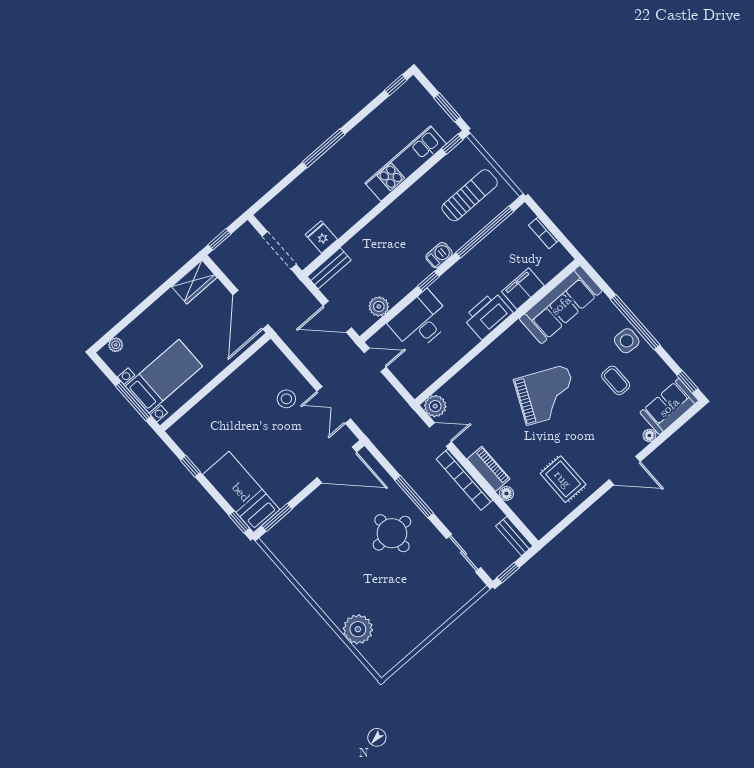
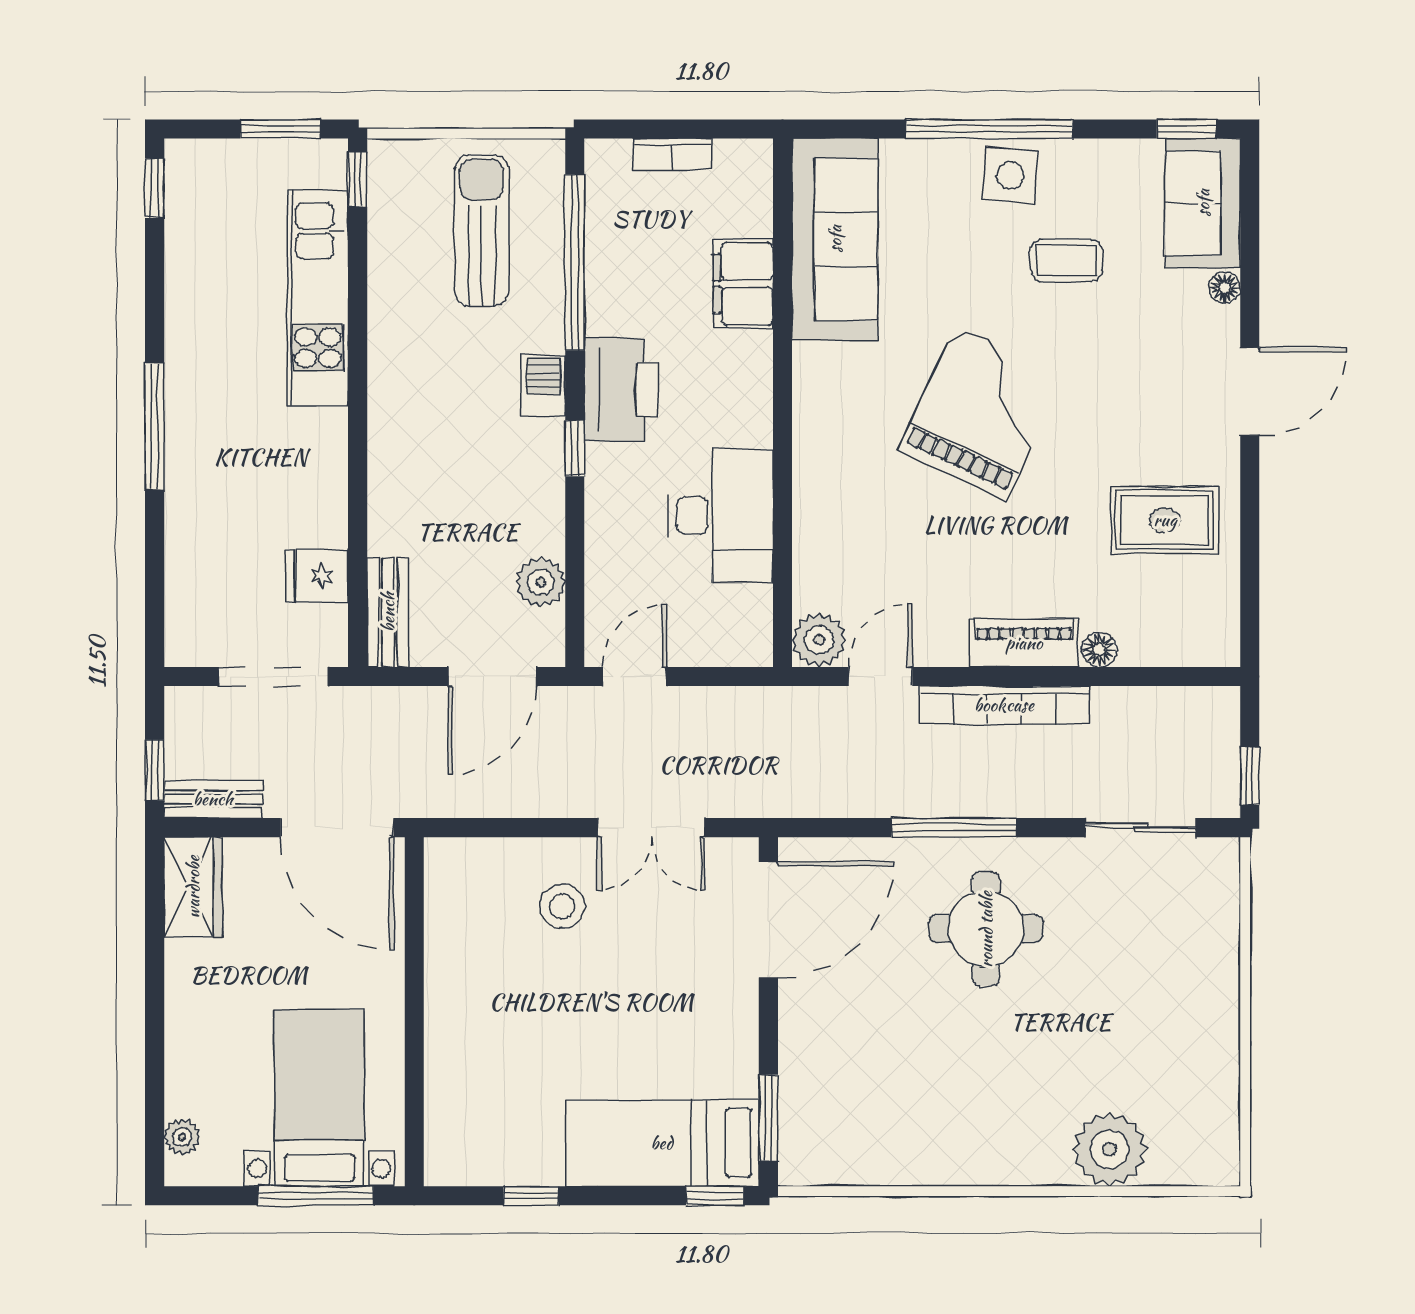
printer: (488, 315) -> (621, 390), moved, turned 180
desk: (420, 321) -> (721, 515), moved, turned 180
bench: (514, 536) -> (213, 799), moved

